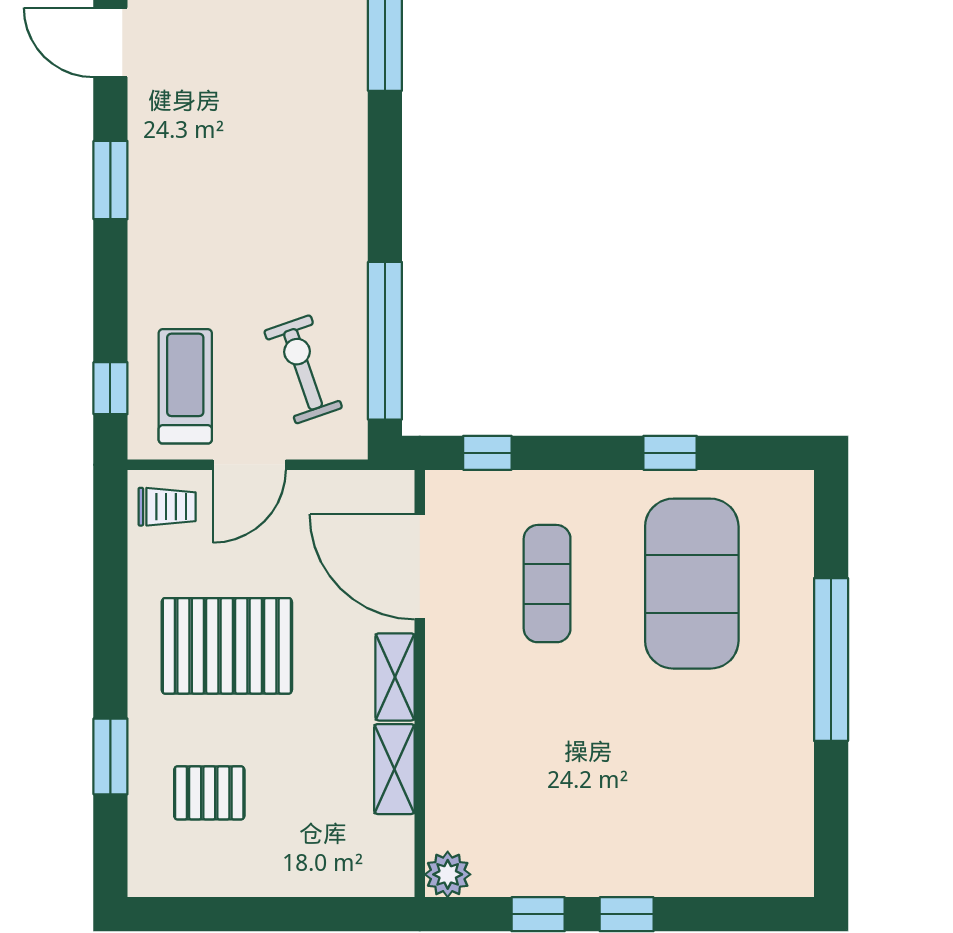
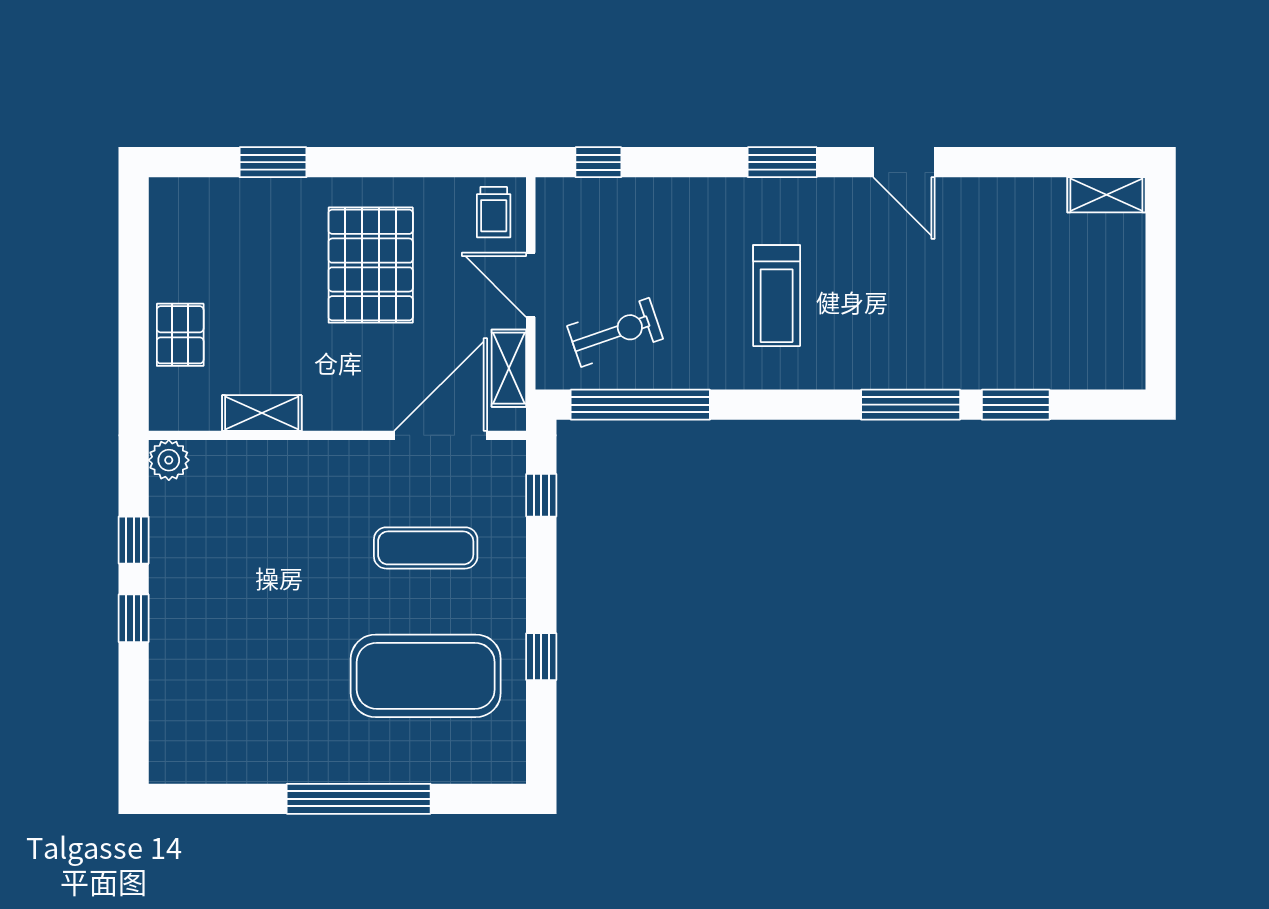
door: (110, 42) -> (904, 162), swing flipped
treadmill: (185, 386) -> (777, 296), moved, turned 90
shelving: (395, 677) -> (509, 368), moved, turned 90
pallet: (209, 793) -> (180, 335), moved

